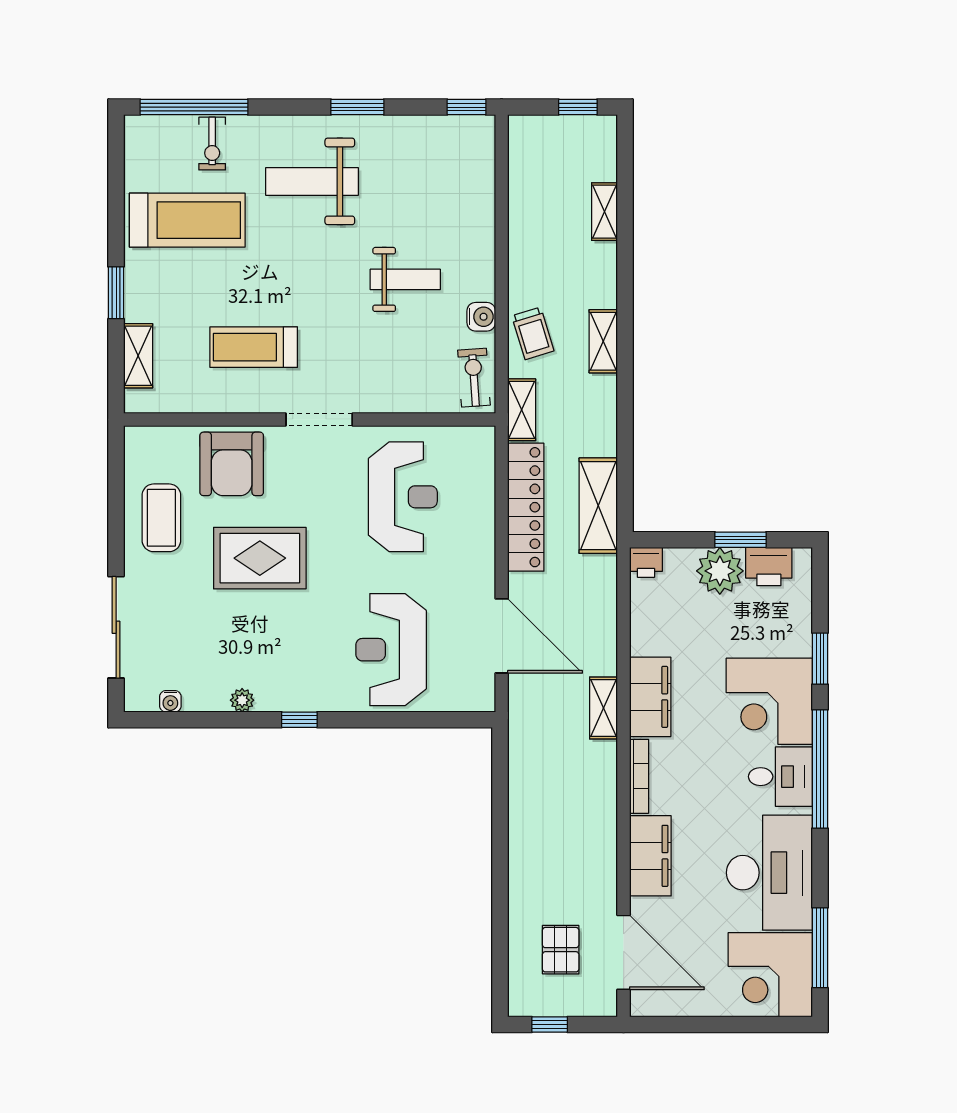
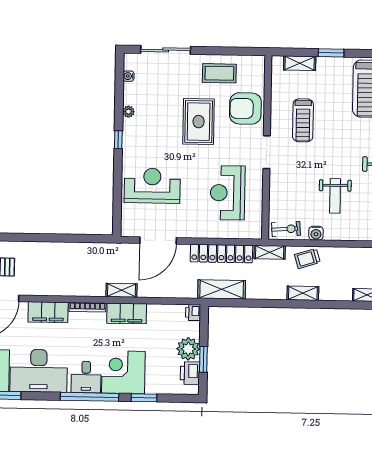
treadmill: (254, 347) -> (303, 120), turned 180
reception desk: (403, 497) -> (228, 193), turned 90

